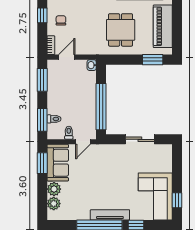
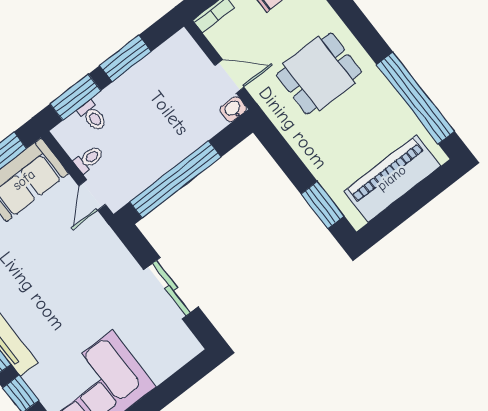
dining table: (121, 30) -> (319, 73), moved
door: (67, 57) -> (229, 76), moved
window: (42, 80) -> (126, 59), moved
door: (83, 142) -> (92, 195), hinge flipped

